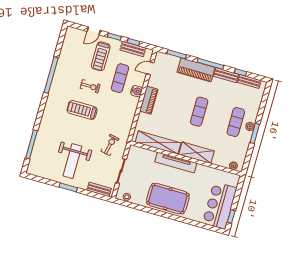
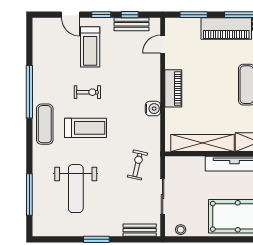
door: (94, 31) -> (71, 15), hinge flipped
exercise mat: (120, 78) -> (45, 124), moved
water cooler: (137, 91) -> (153, 109), moved
treadmill: (82, 110) -> (85, 128), turned 180
weight bench: (72, 161) -> (76, 189), moved

